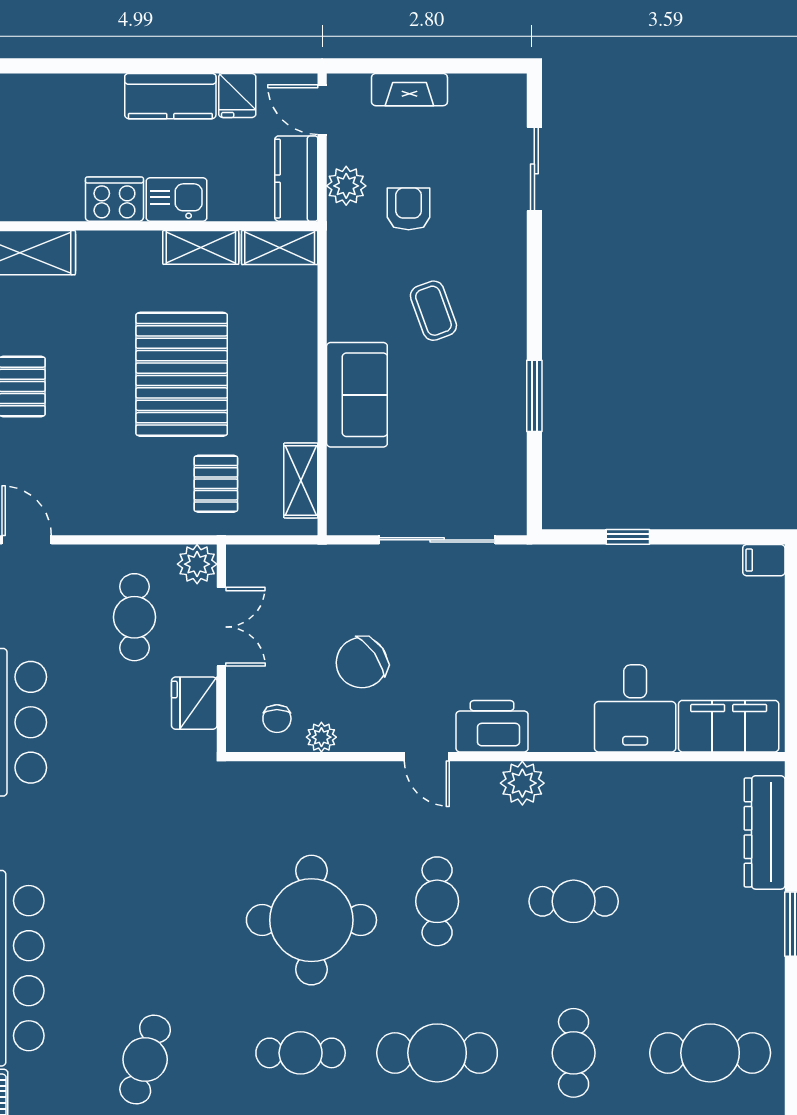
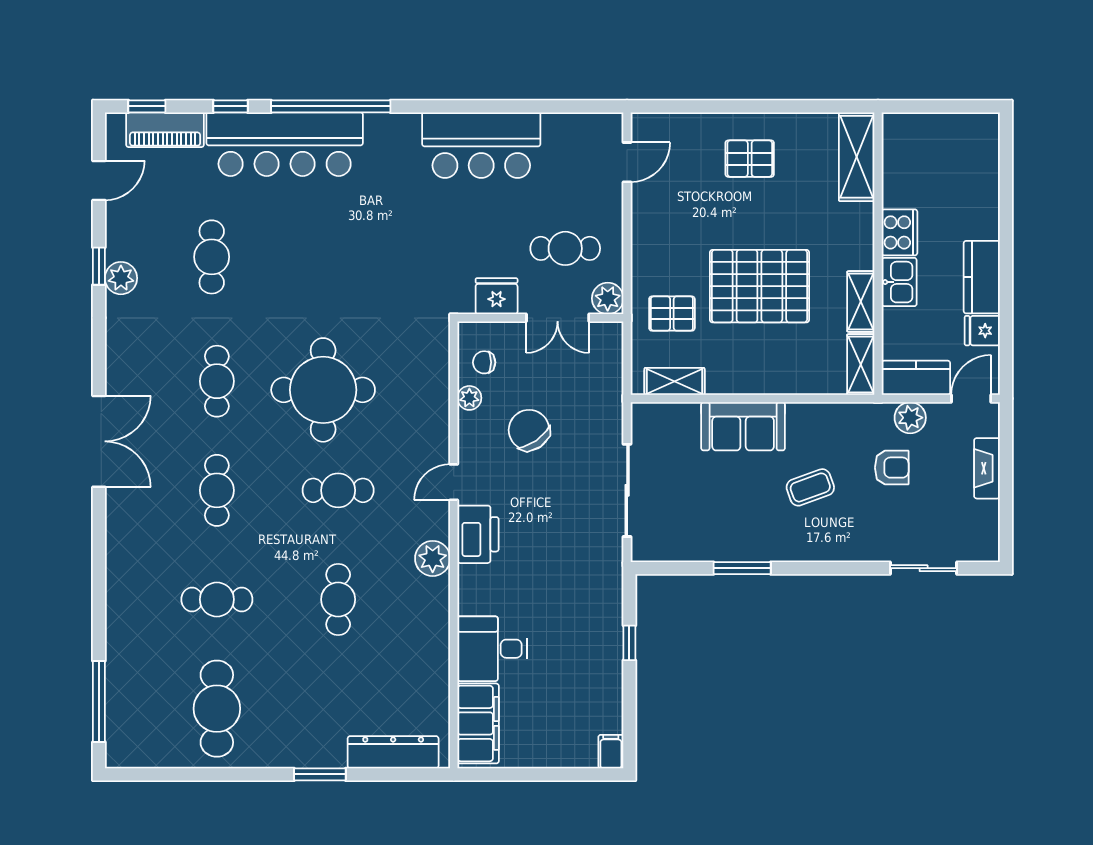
cafe table: (437, 1053) -> (217, 490), width x0.73, depth x0.74
cafe table: (145, 1059) -> (212, 257), turned 72

